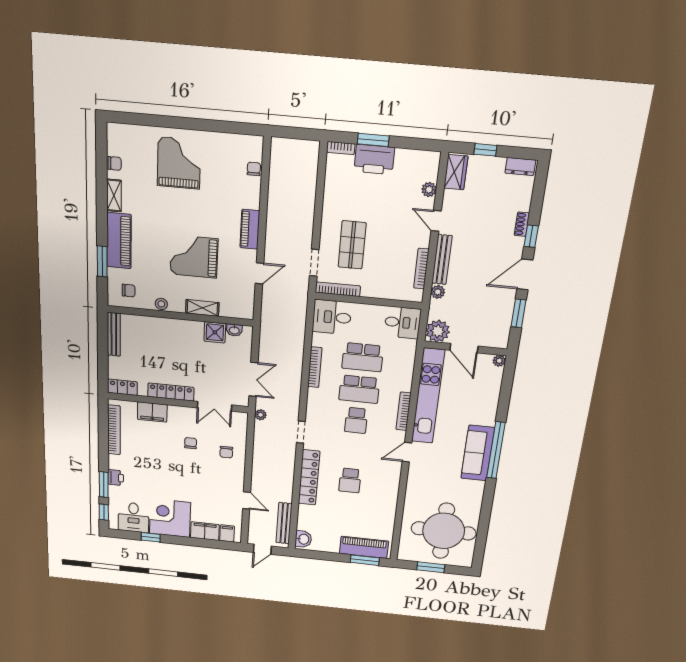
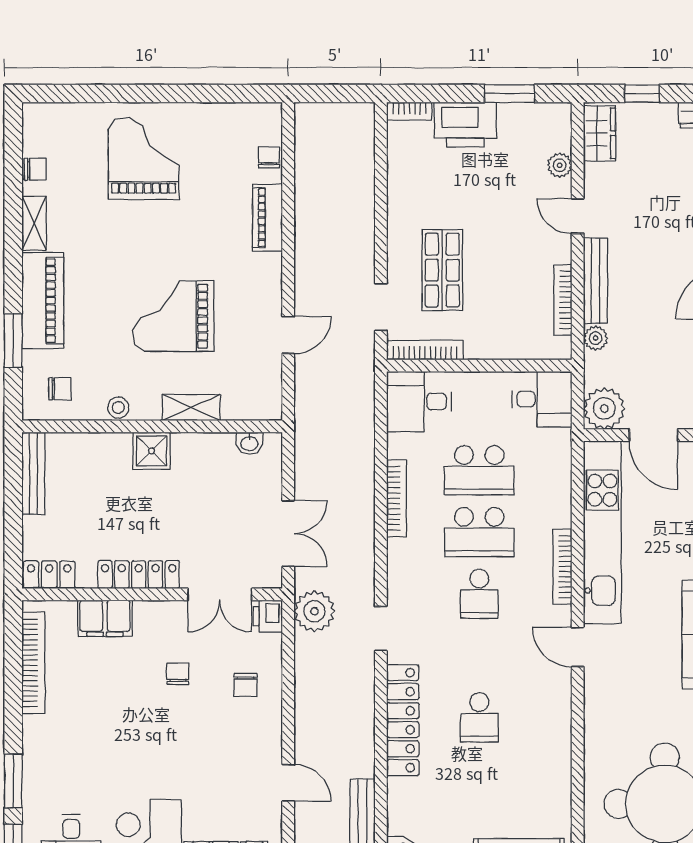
window: (373, 140) -> (510, 93), moved
piano: (250, 229) -> (267, 218), moved
shower: (215, 332) -> (152, 451), moved
plant: (261, 415) -> (314, 611), width x1.87, depth x1.87
door: (407, 452) -> (578, 647), hinge flipped
printer: (116, 478) -> (268, 616), moved, turned 180

